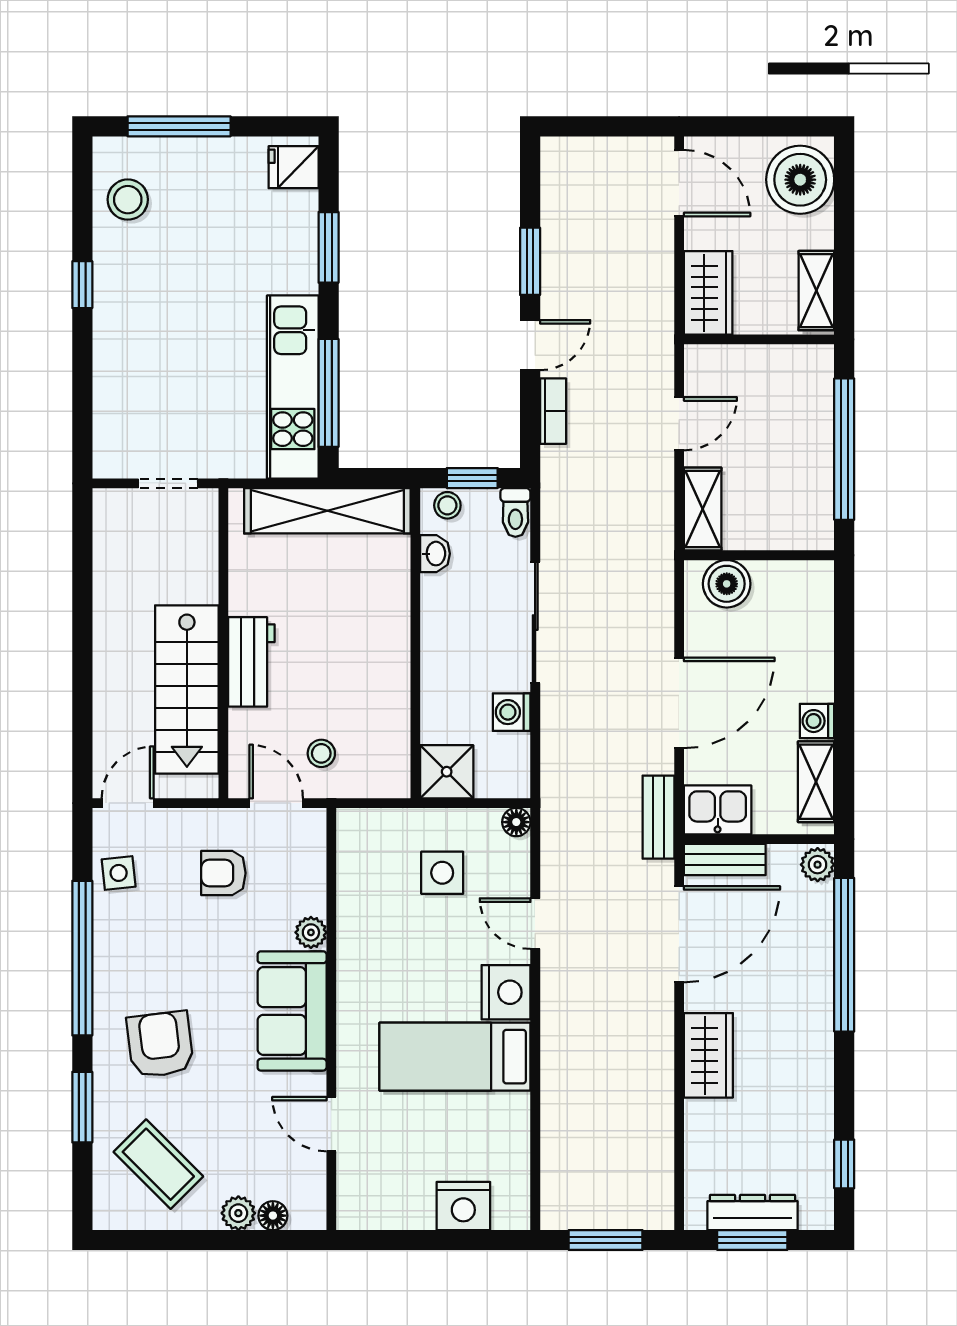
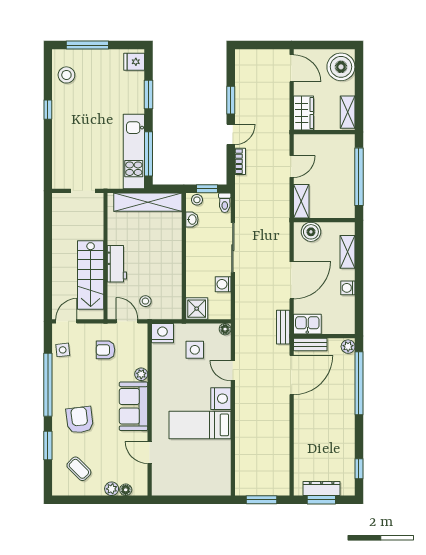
shelving: (816, 782) -> (347, 252), moved
wardrobe: (708, 1055) -> (304, 424), removed
coffee table: (158, 1164) -> (79, 469), width x0.73, depth x0.77
nightstand: (463, 1206) -> (162, 333), moved, turned 180

